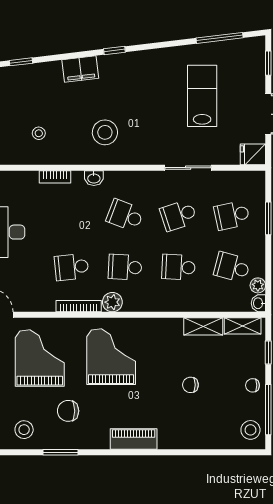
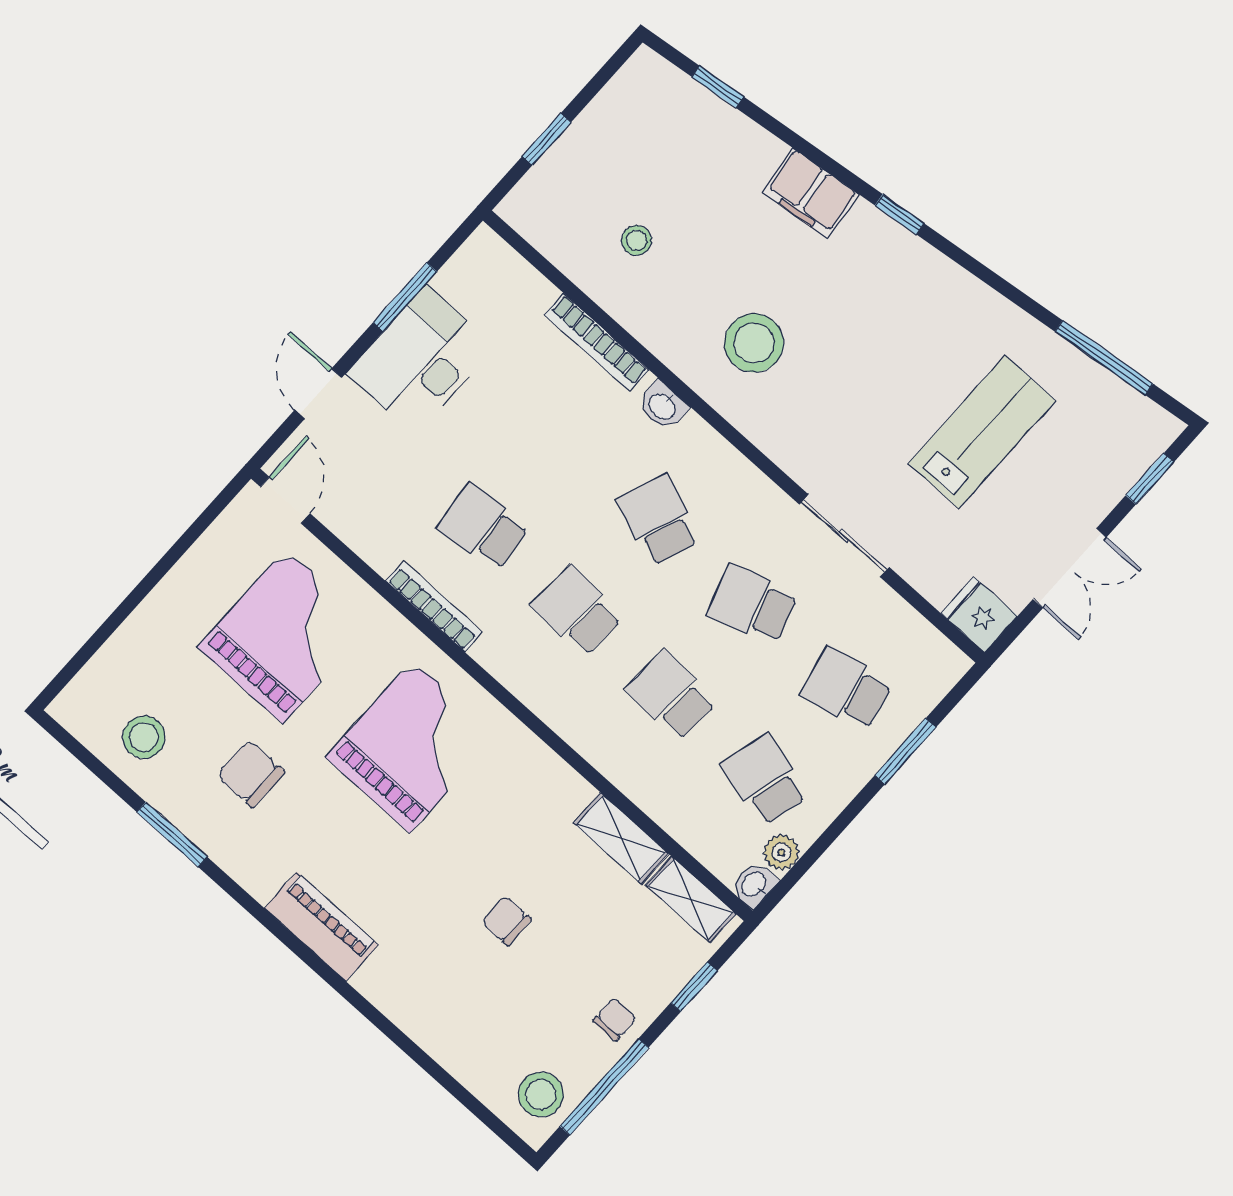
bookcase: (55, 177) -> (597, 342), width x1.56
plant: (112, 302) -> (500, 653), removed
chair: (253, 385) -> (615, 1019), turned 90

